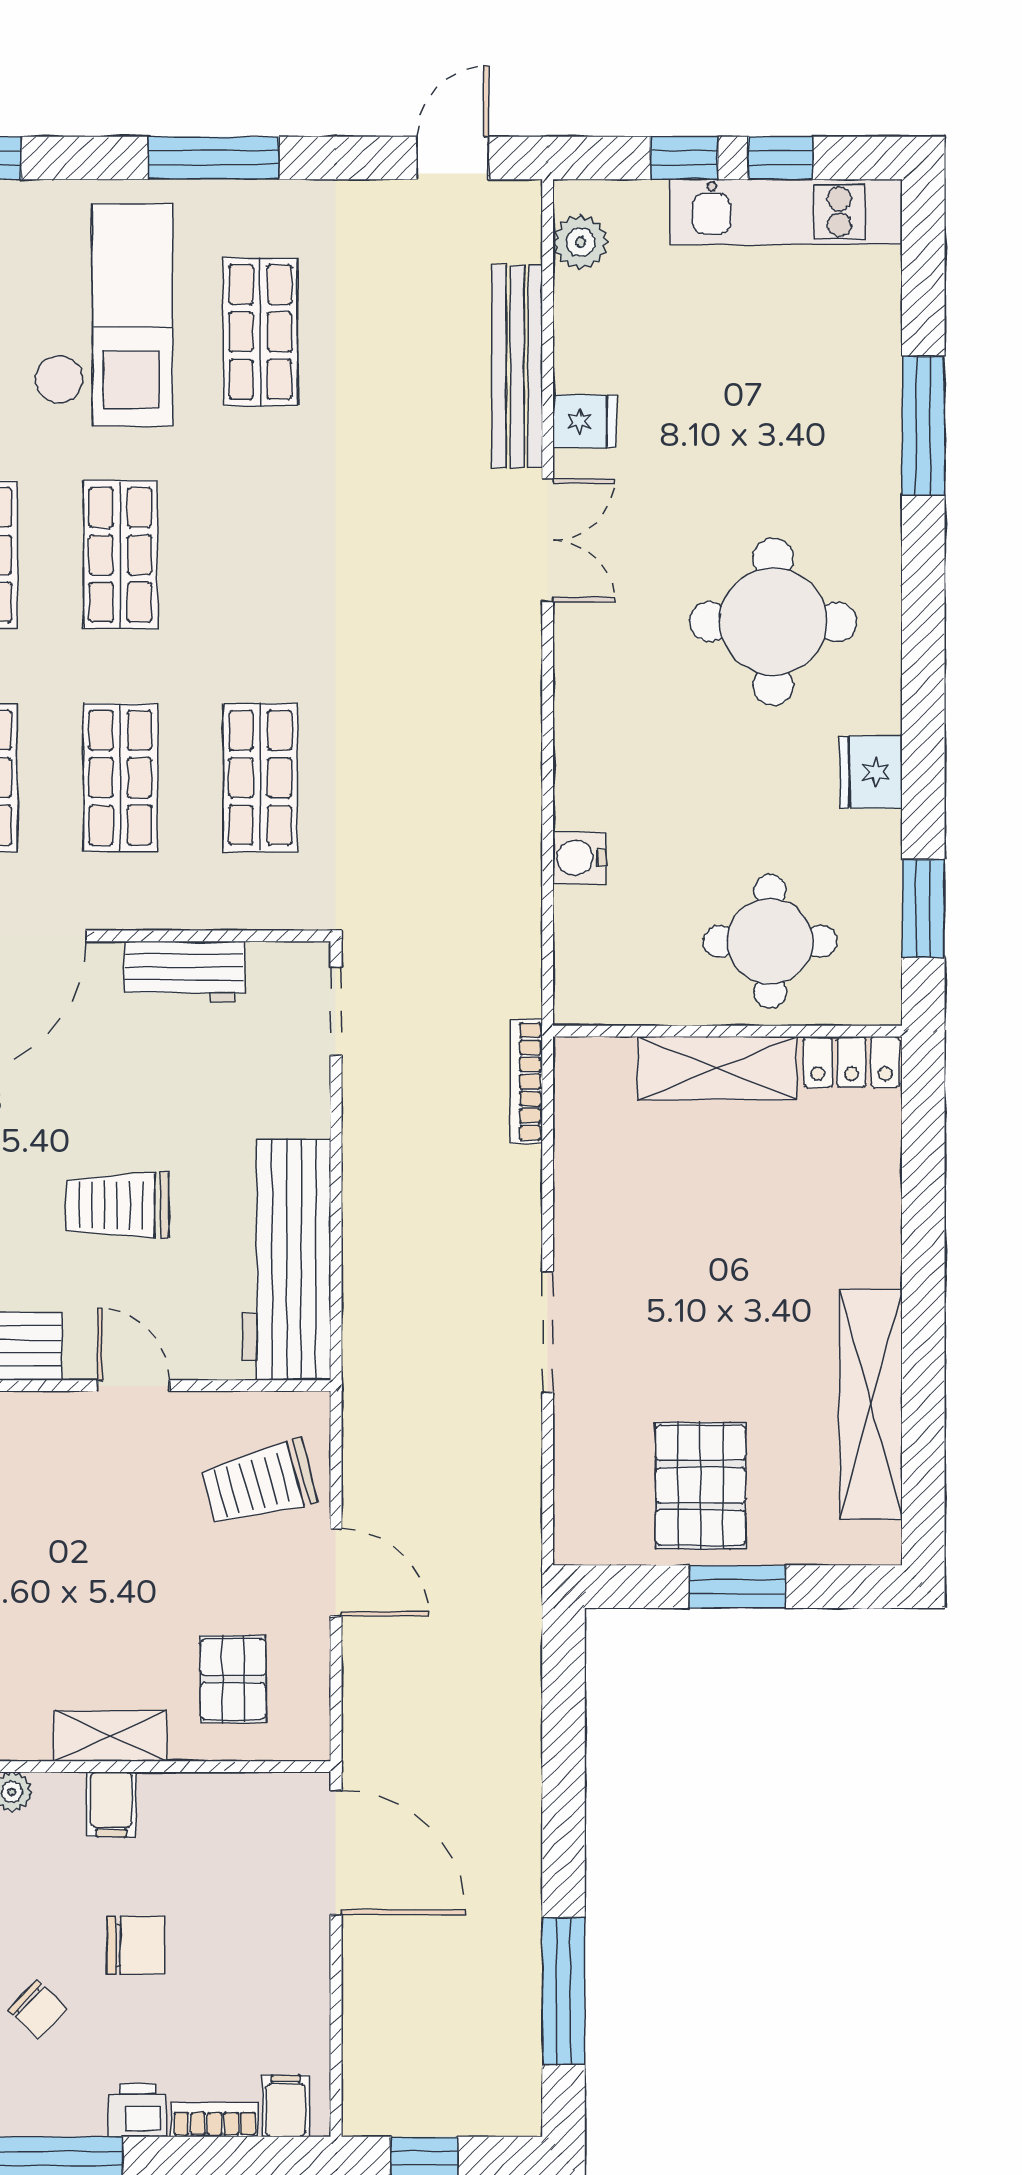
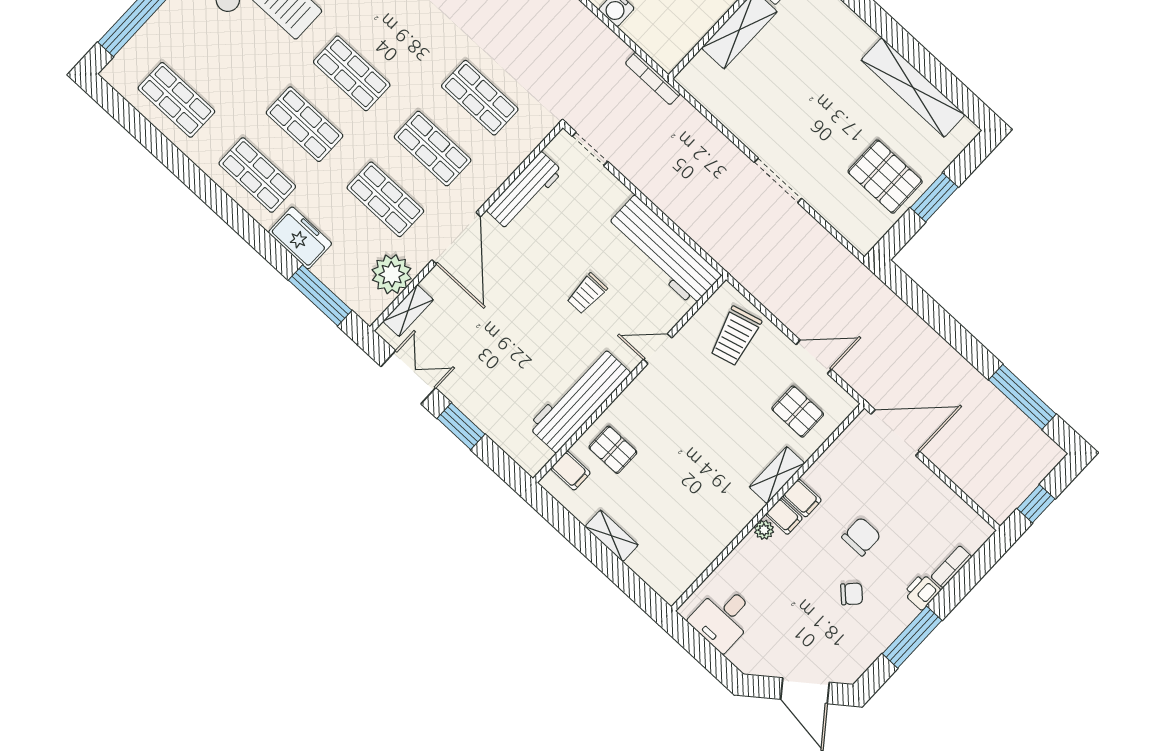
workbench: (184, 972) -> (525, 191), width x1.38
bookcase: (526, 1082) -> (653, 78), moved
trolley: (118, 1205) -> (587, 294), width x0.73, depth x0.72
door: (336, 1573) -> (814, 357), moved
filing cabinet: (286, 2106) -> (784, 516), moved, turned 180

